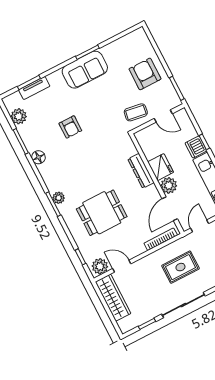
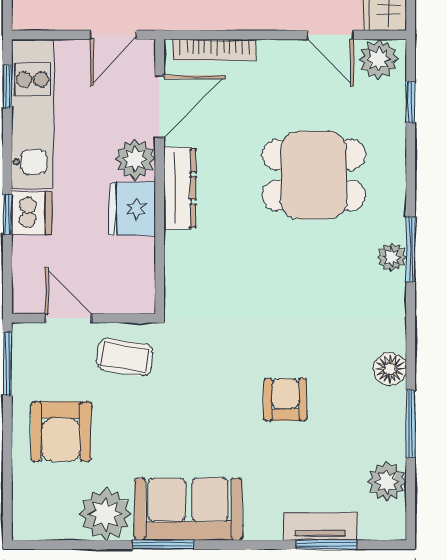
plant: (114, 53) -> (106, 514), added
dresser: (141, 171) -> (180, 188), moved

